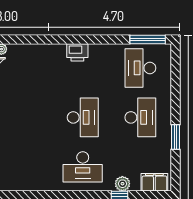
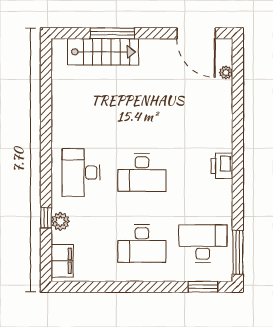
window: (176, 137) -> (203, 287), moved

